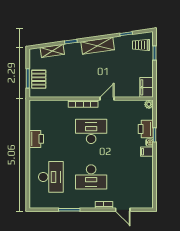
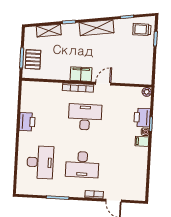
filing cabinet: (146, 87) -> (81, 74), moved, turned 90

